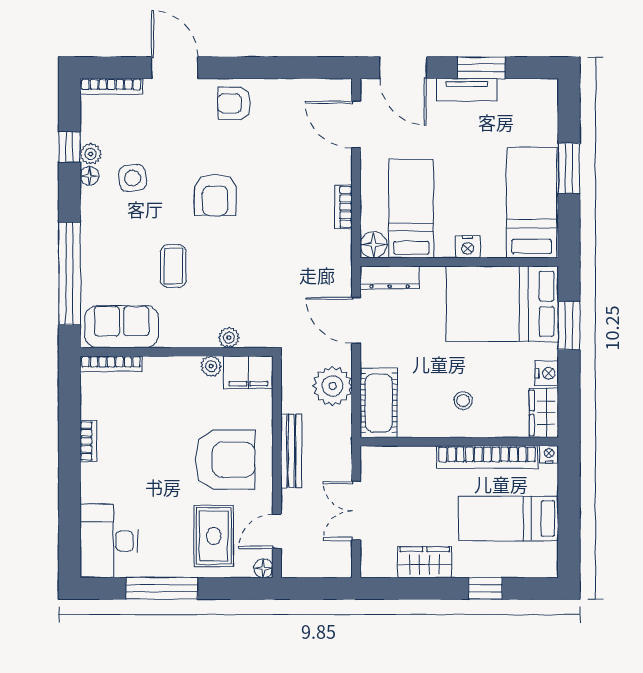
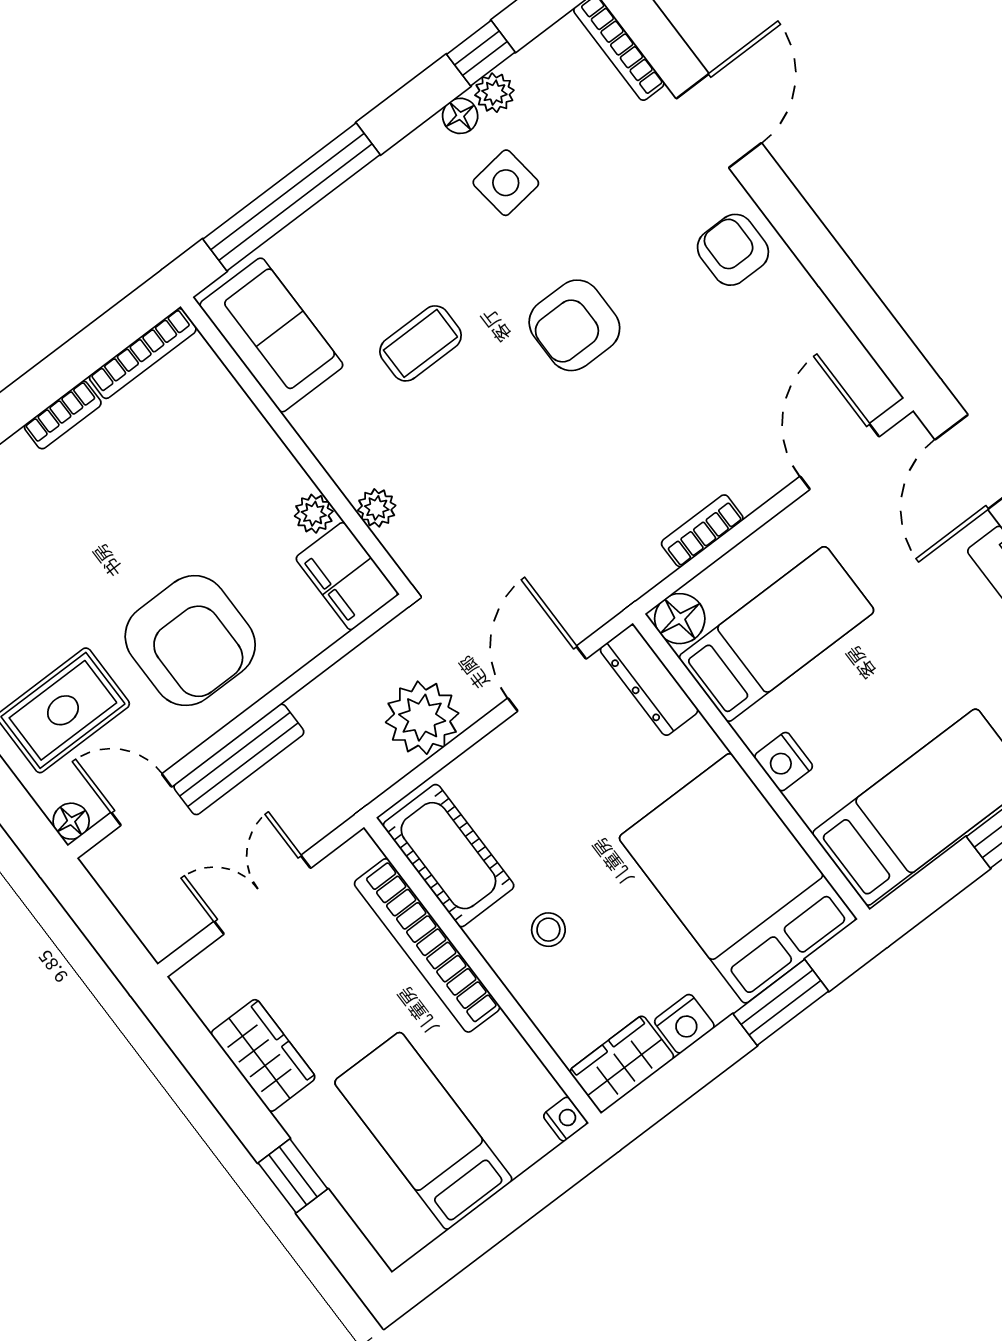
bookcase: (111, 364) -> (143, 353), moved, turned -90
cot: (379, 403) -> (448, 856), moved, turned 90
bench: (291, 451) -> (239, 759), moved
bookcase: (487, 457) -> (427, 945), moved

